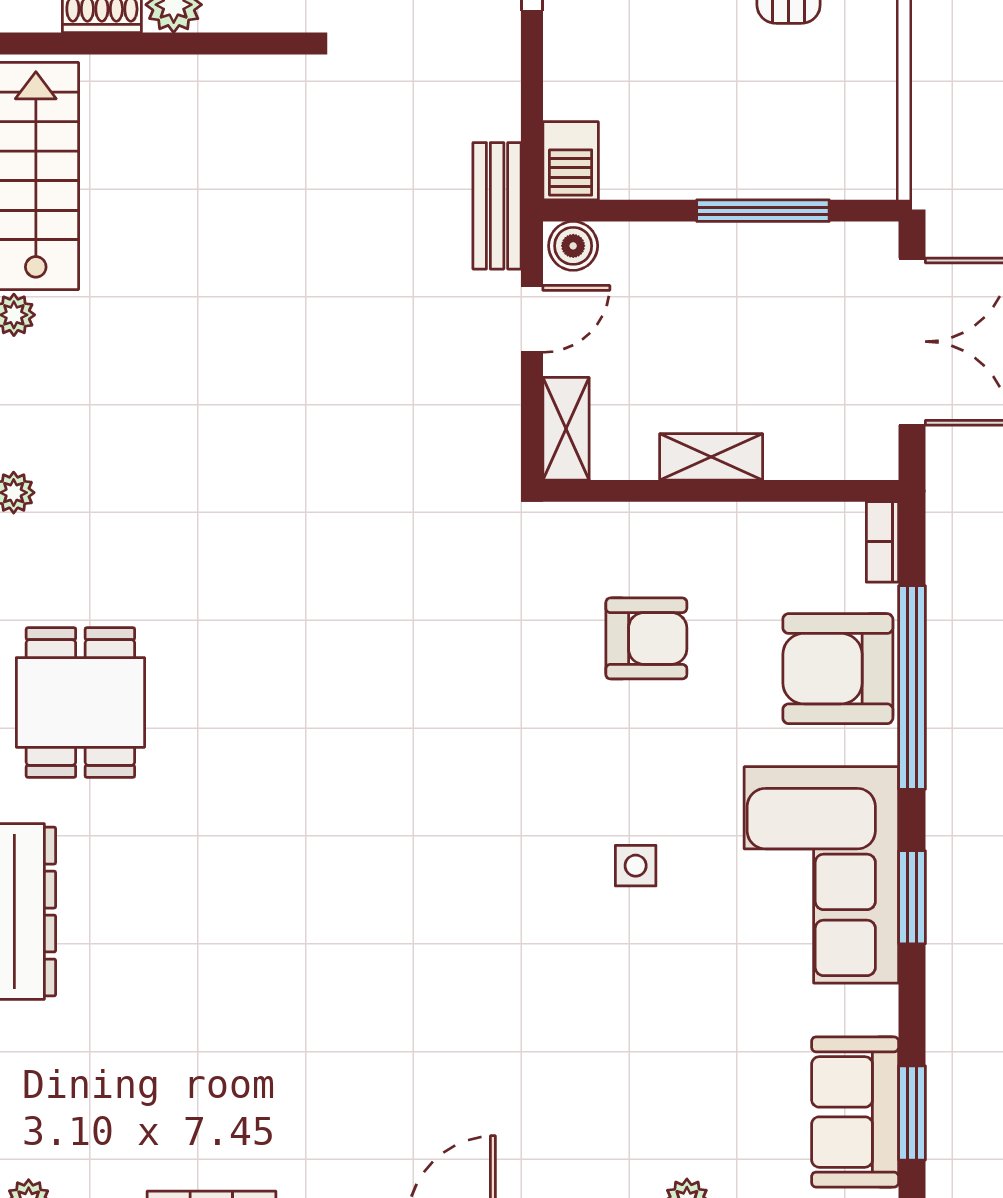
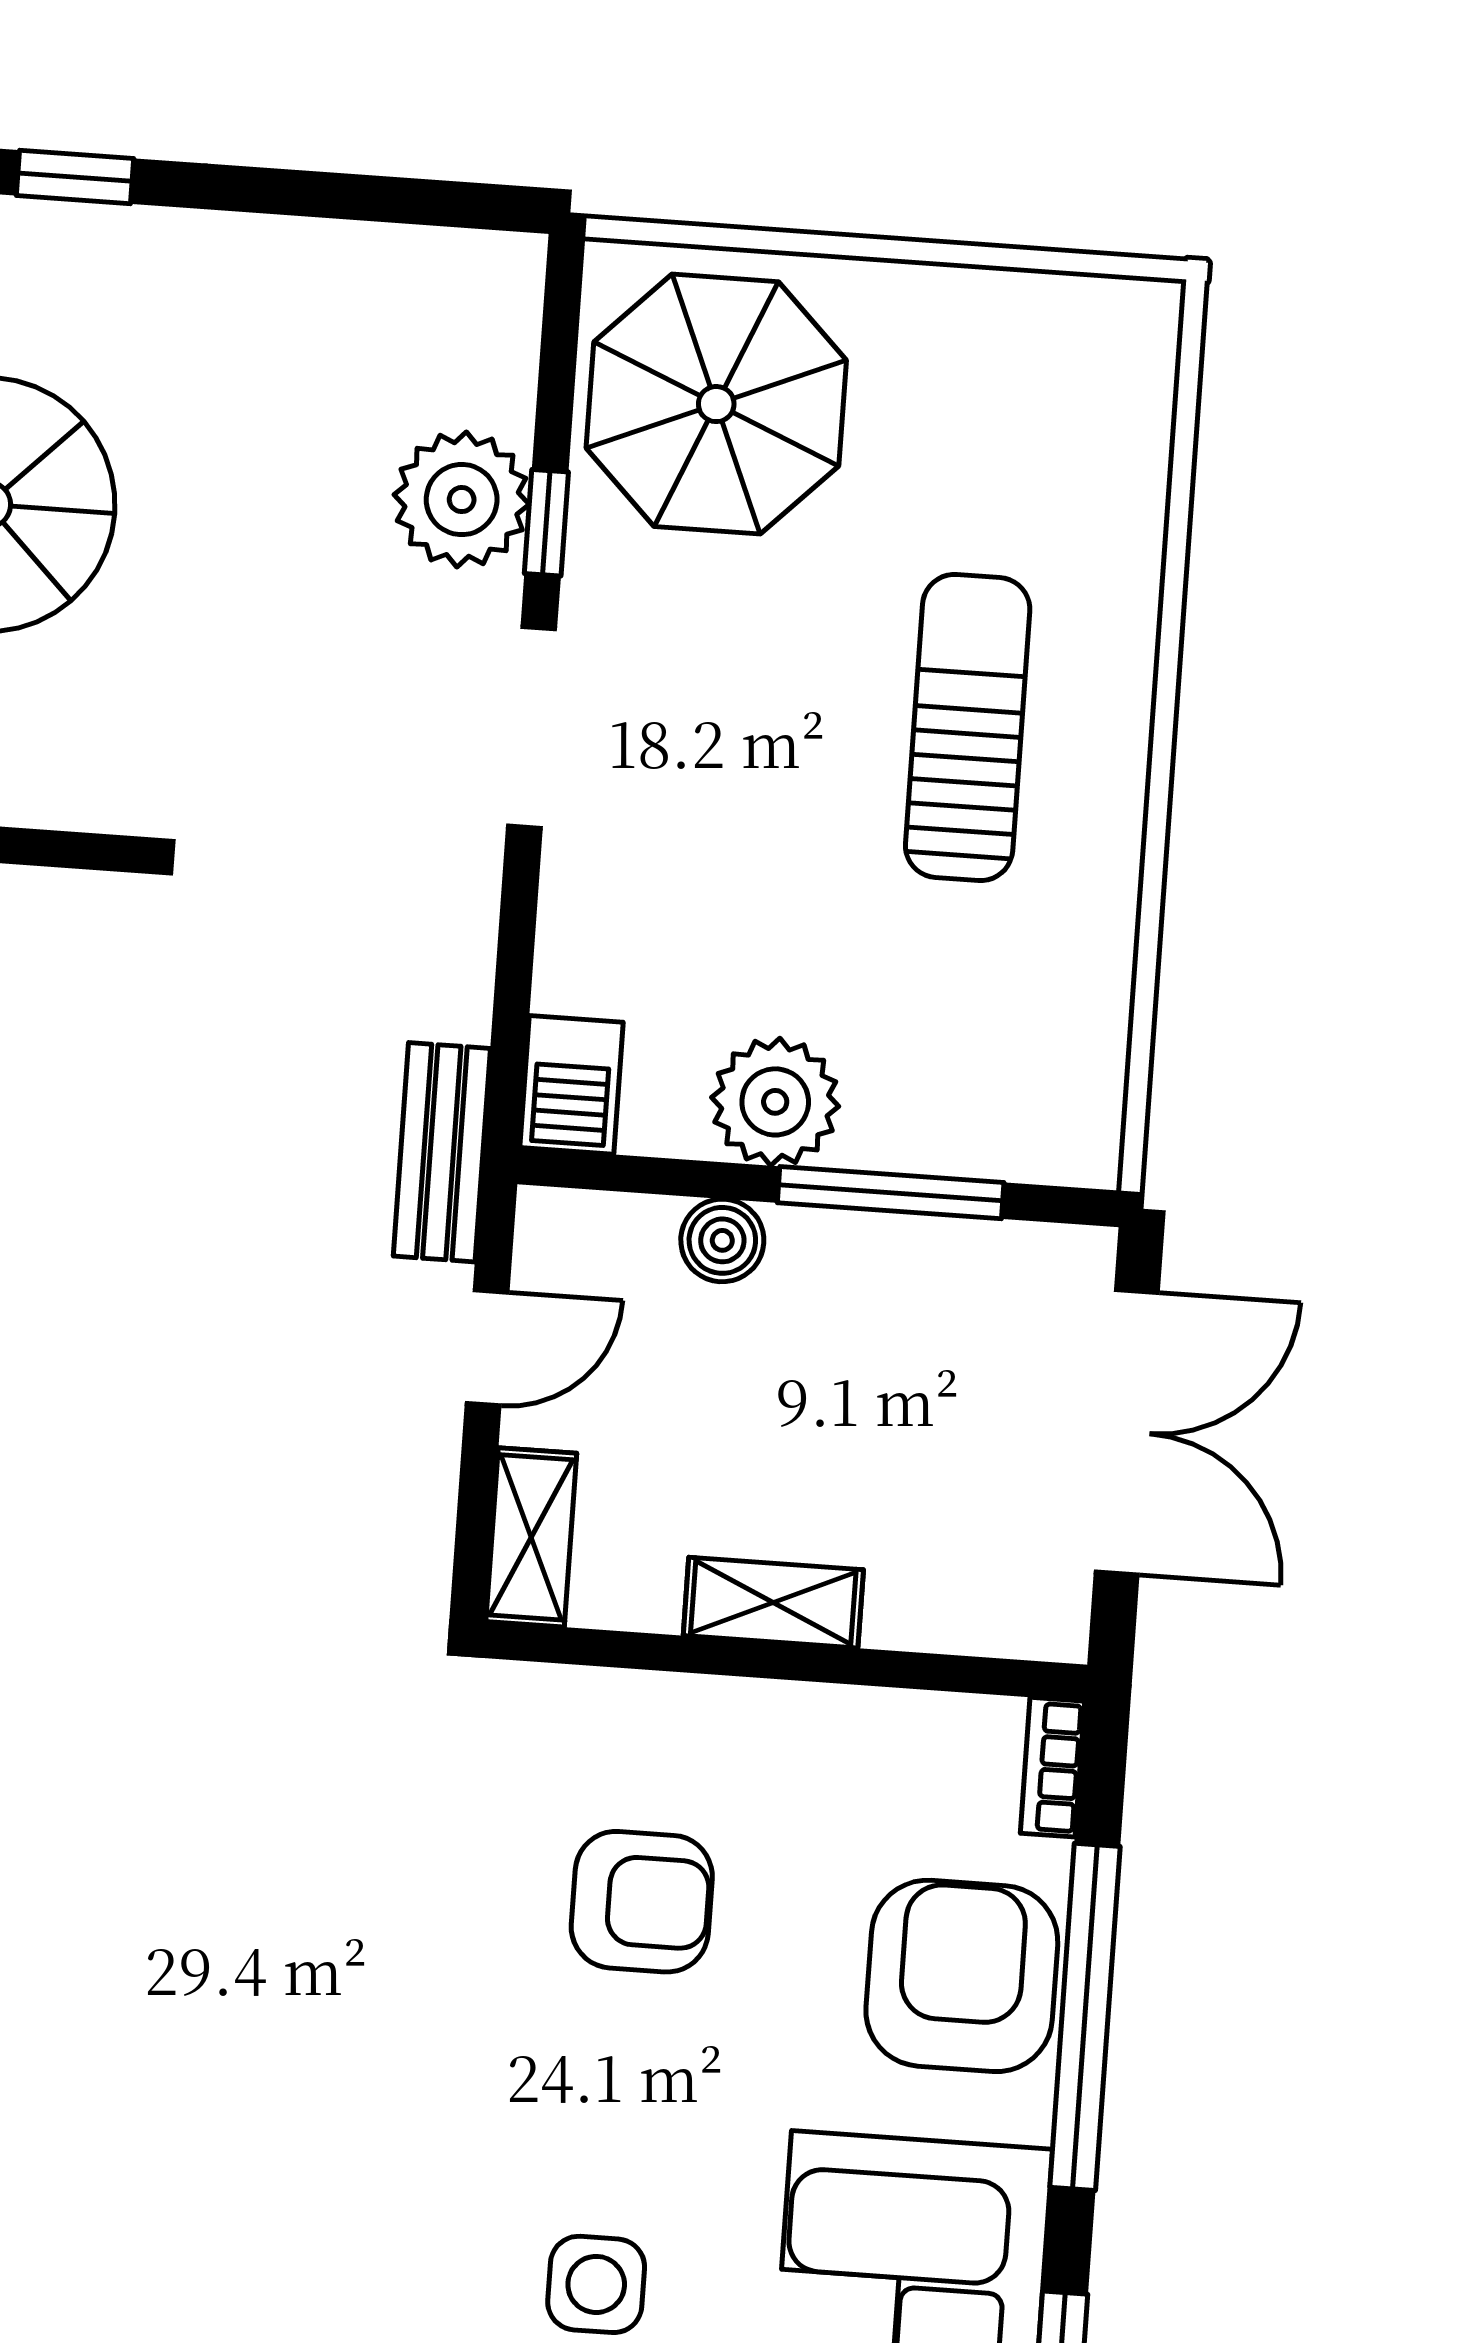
plant: (691, 162) -> (775, 1102), added
boiler: (573, 246) -> (722, 1240), moved
armchair: (838, 669) -> (962, 1976), turned 90
side table: (636, 866) -> (596, 2284), width x1.37, depth x1.37

